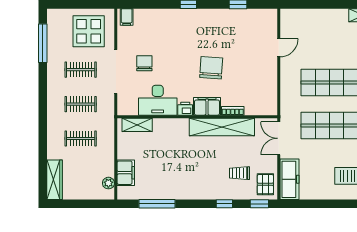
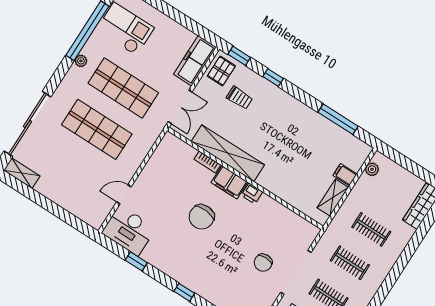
desk: (158, 100) -> (129, 230), moved, turned 180
shelving: (137, 125) -> (333, 198), moved, turned 90
filing cabinet: (126, 173) -> (345, 175), width x0.50

